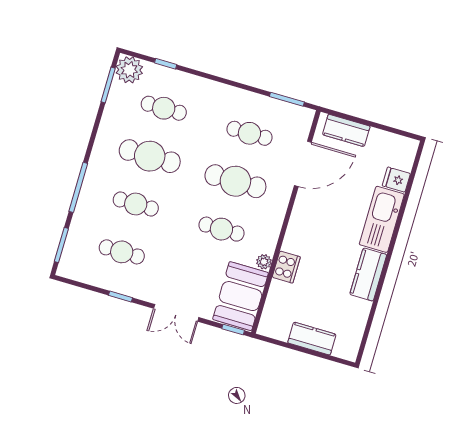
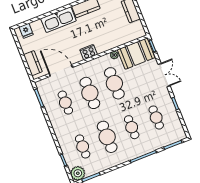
fridge: (396, 180) -> (26, 31), moved
cafe table: (221, 229) -> (114, 83), width x1.37, depth x1.35
cooker: (286, 267) -> (89, 52), moved

